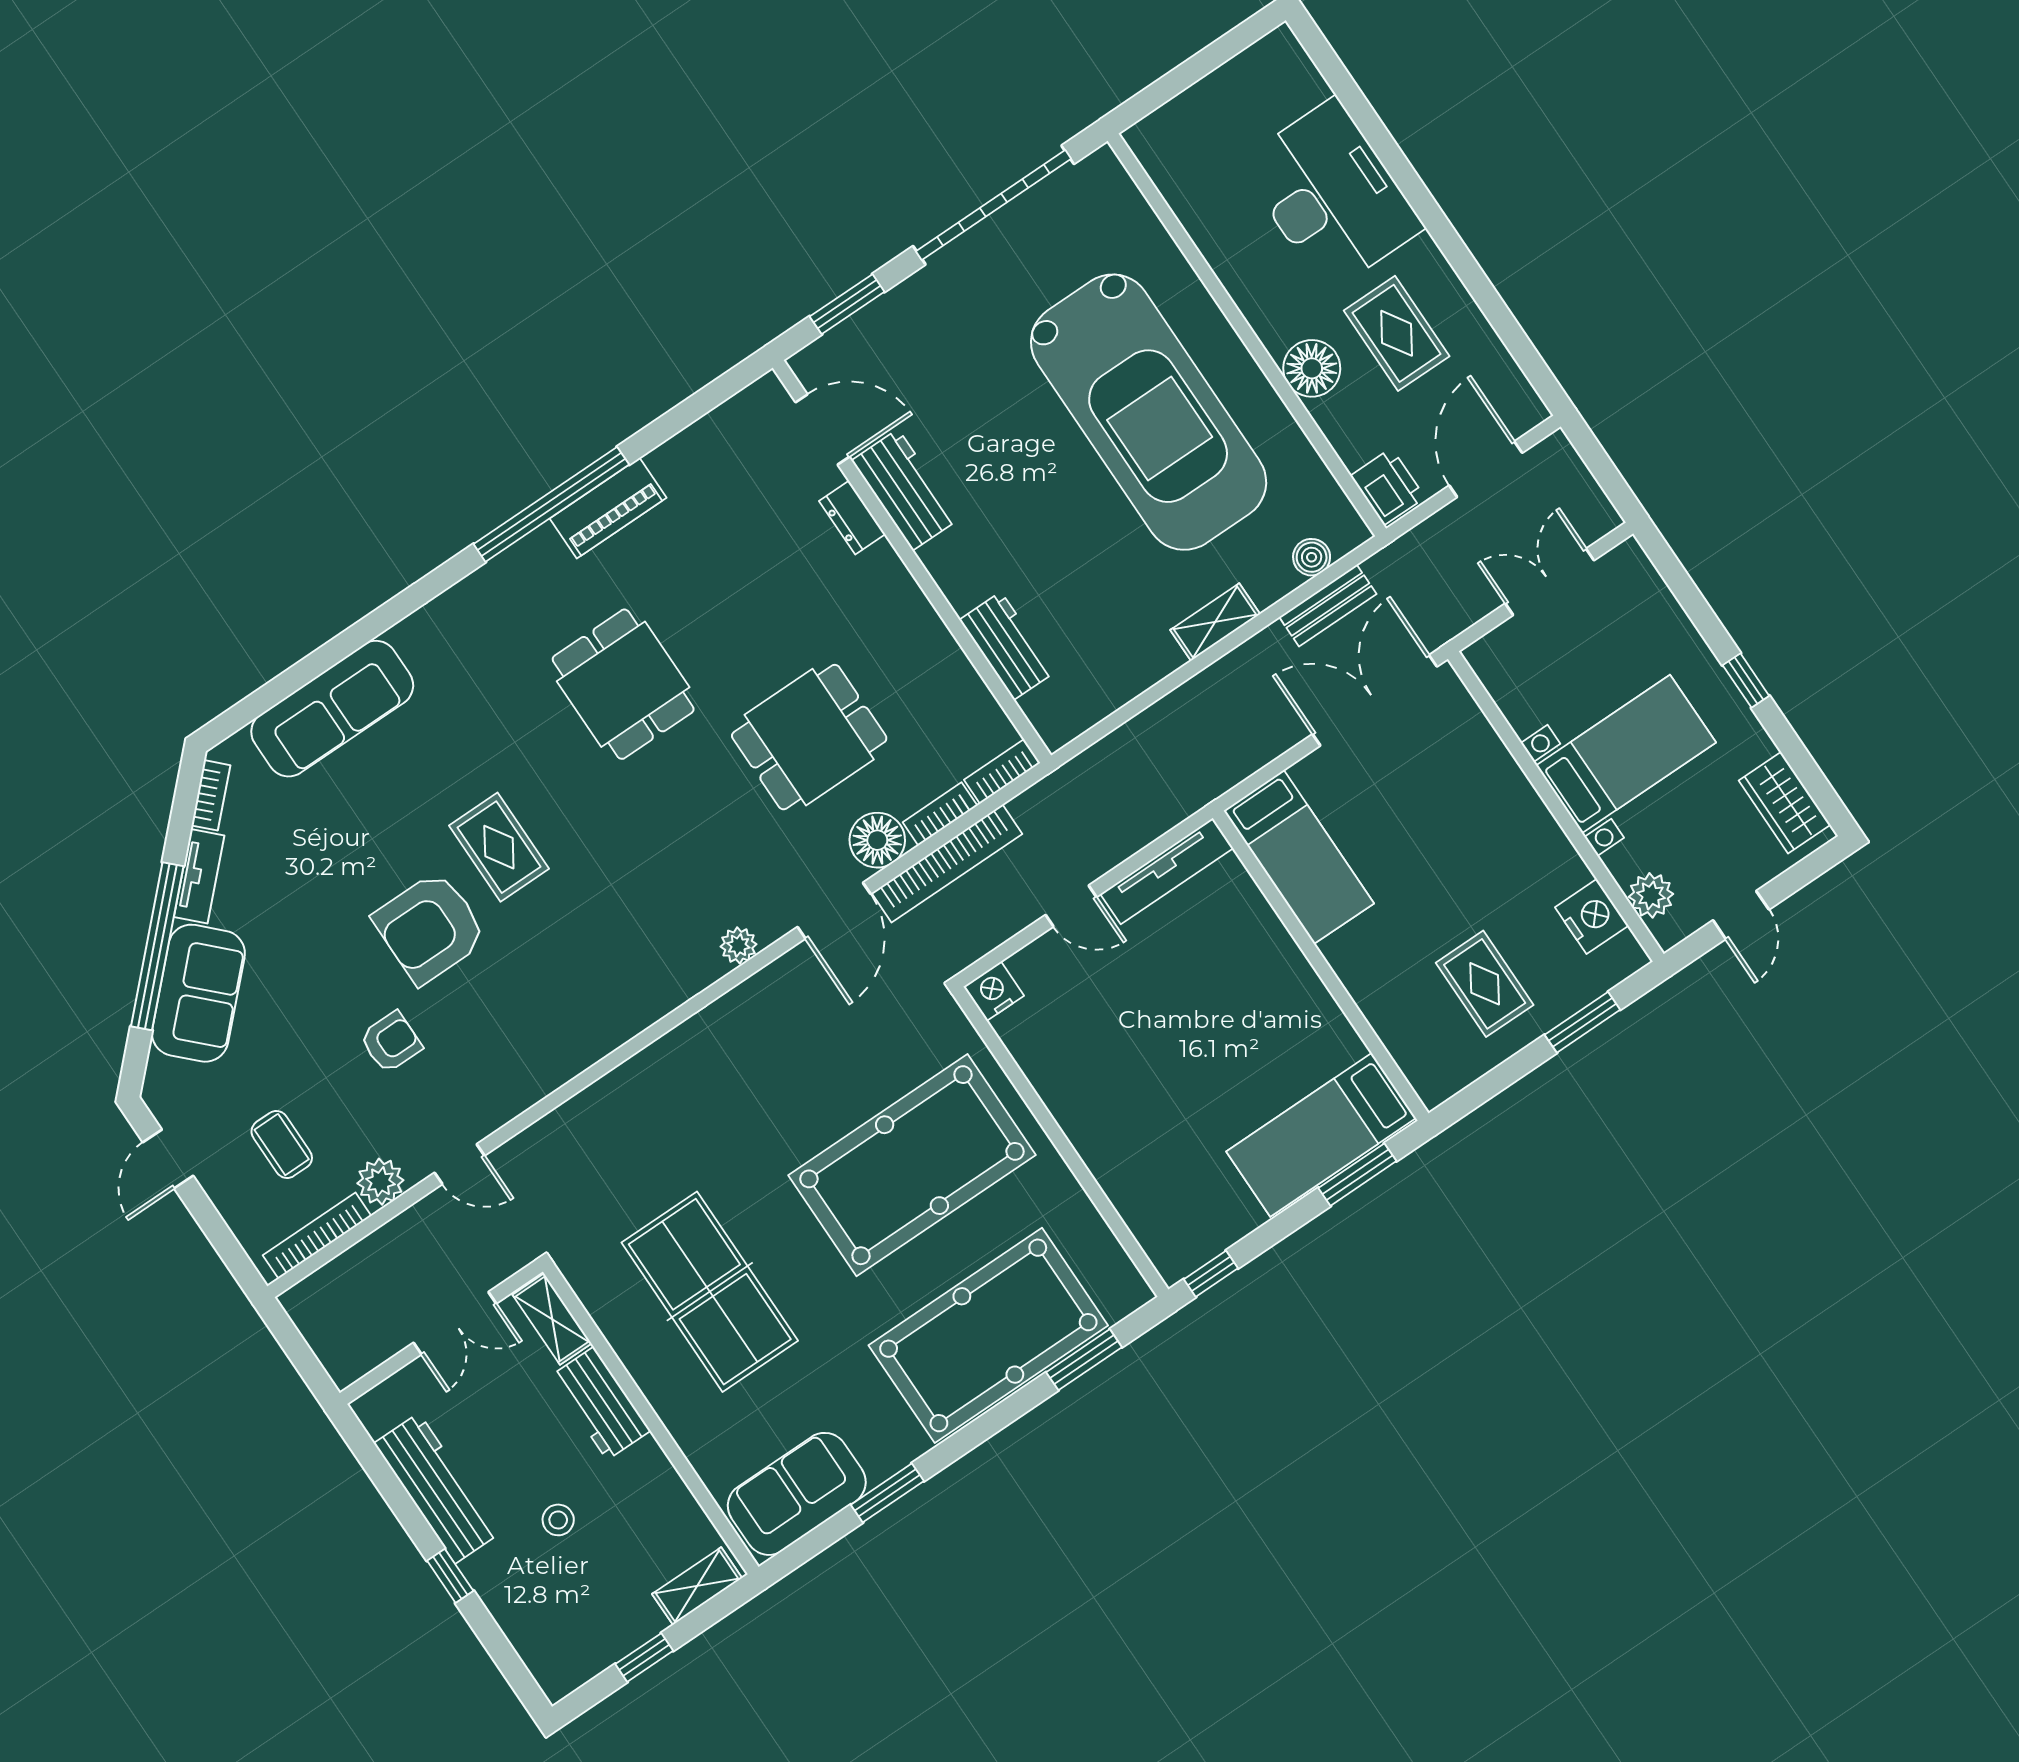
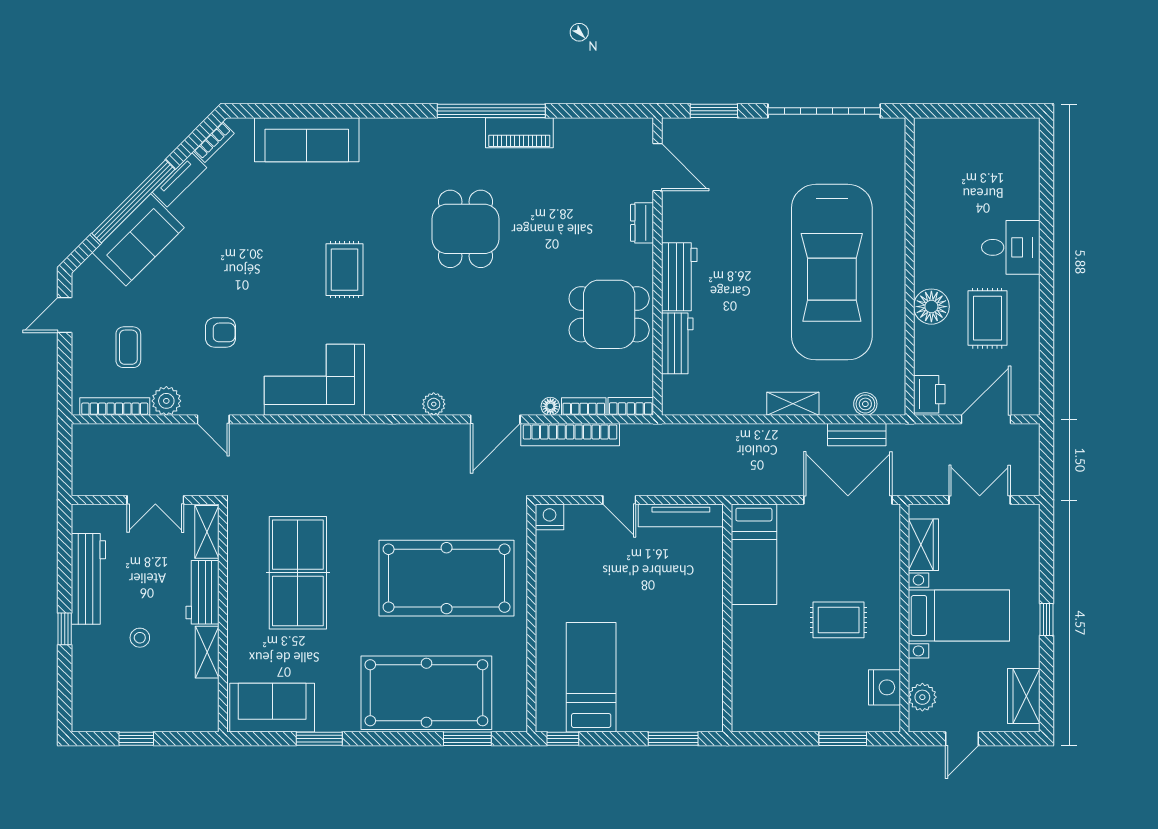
desk: (1331, 195) -> (1011, 247), width x0.53, depth x0.77
workbench: (905, 490) -> (679, 277), moved
wardrobe: (1515, 692) -> (923, 545), added
dining table: (809, 737) -> (609, 314), moved
floor lamp: (877, 840) -> (550, 406), width x0.53, depth x0.53
armchair: (430, 928) -> (281, 287), removed
rug: (1485, 984) -> (839, 620), moved, turned 90
corner sofa: (558, 1021) -> (314, 380), added
bed: (1321, 1135) -> (591, 677), moved, turned 90
shelving: (697, 1586) -> (207, 652), moved, turned 90

